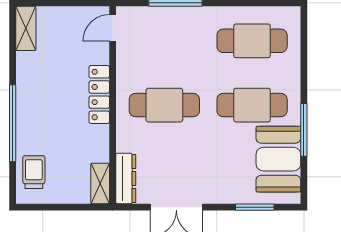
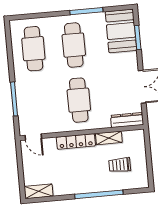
booth: (278, 159) -> (121, 31), moved, turned 90
trolley: (34, 172) -> (120, 165), moved
shelving: (100, 183) -> (109, 138), moved

